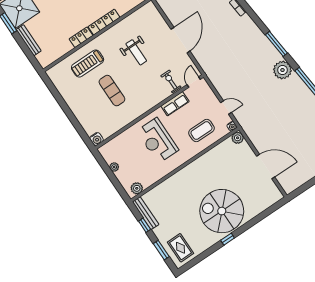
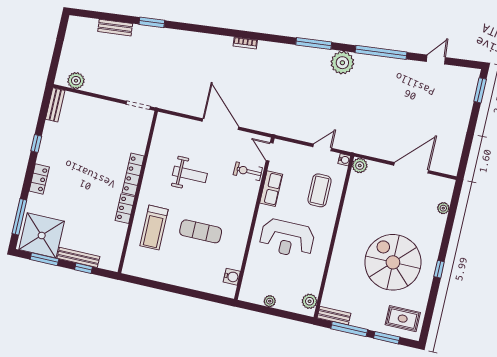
window: (26, 49) -> (84, 268), added
water cooler: (97, 139) -> (232, 277), moved
plant: (262, 207) -> (443, 208), added
spiral stairs: (222, 211) -> (393, 262), moved, turned 90
bench: (146, 213) -> (334, 316), width x0.73
window: (145, 225) -> (349, 329), width x2.17

